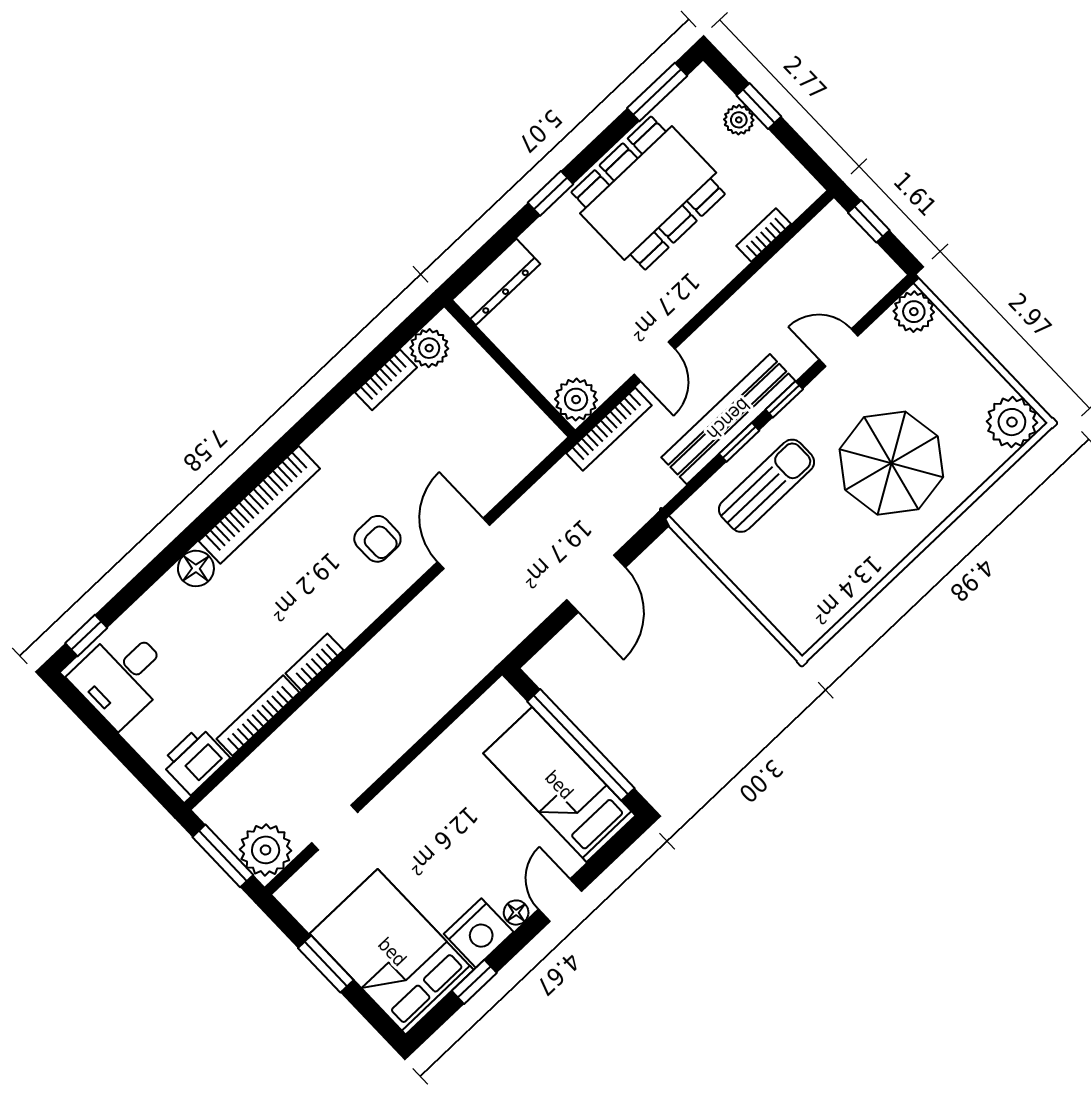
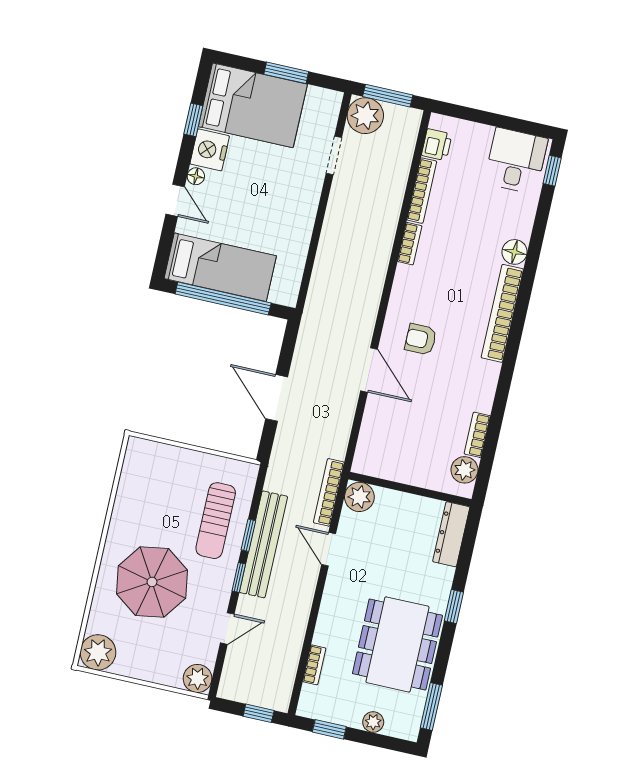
window: (759, 106) -> (329, 729), moved
printer: (195, 760) -> (437, 145), width x0.73, depth x0.81

